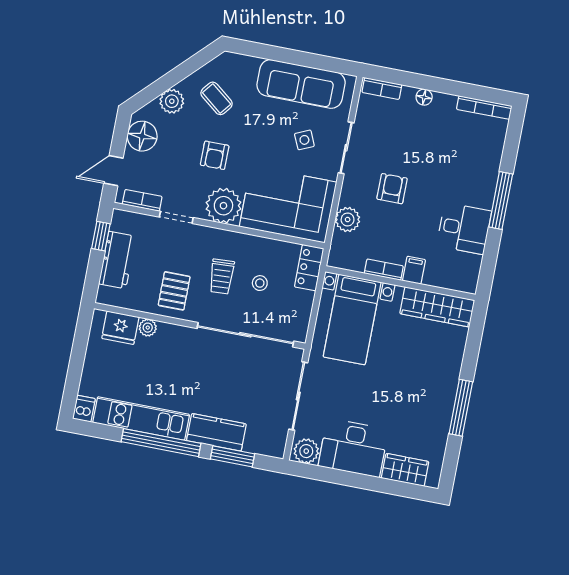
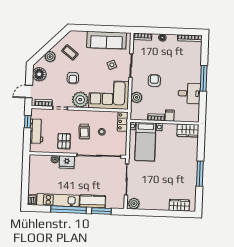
wardrobe: (437, 307) -> (188, 130), width x0.67
fridge: (120, 328) -> (67, 162), moved
desk: (353, 448) -> (155, 199), removed

